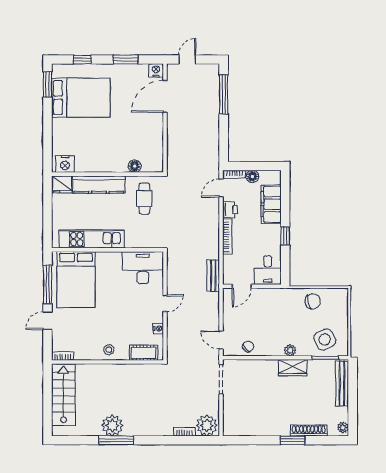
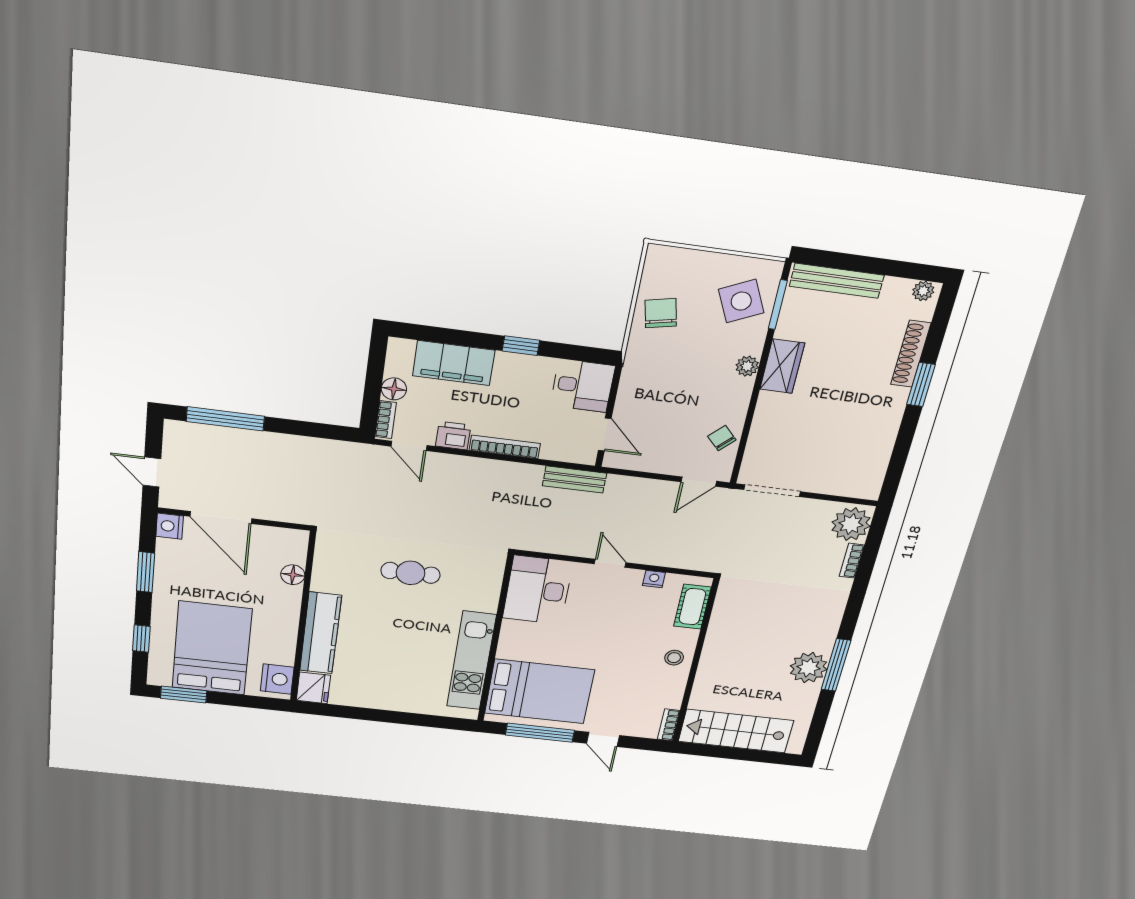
nightstand: (65, 164) -> (277, 679), moved
floor lamp: (135, 166) -> (293, 575), moved
wall: (108, 174) -> (303, 618), moved
fridge: (62, 184) -> (313, 688), moved
kitchen counter: (99, 185) -> (321, 633), moved

